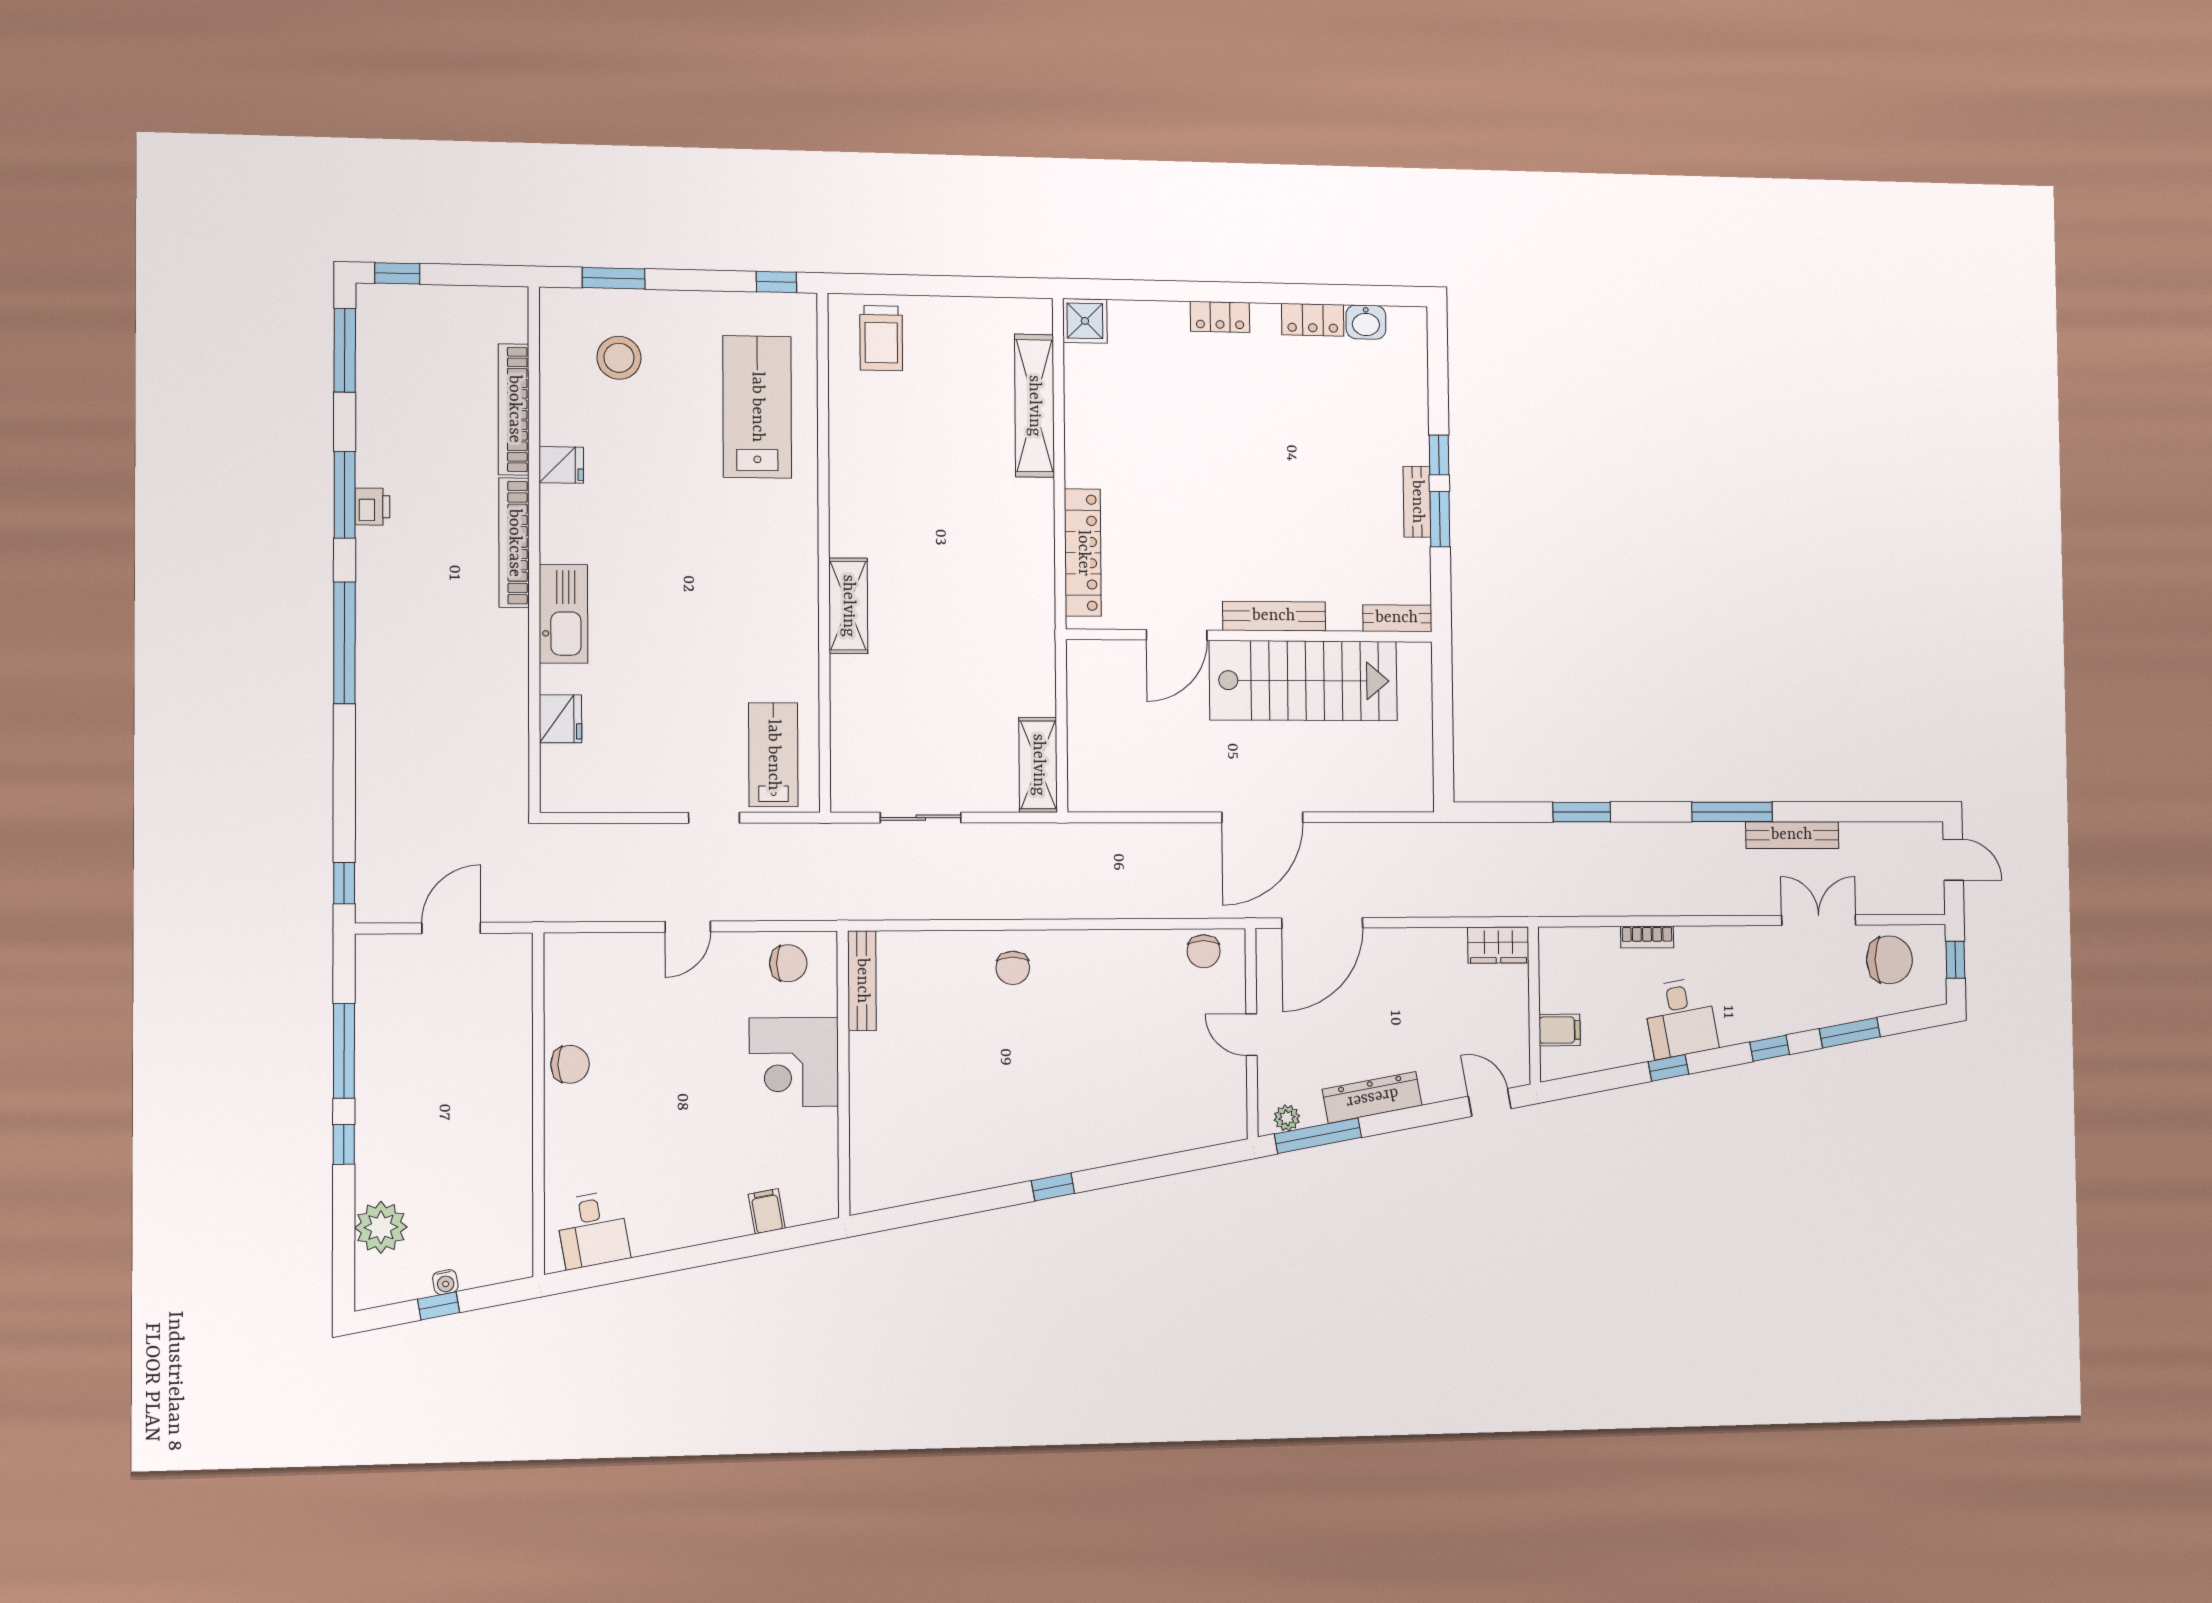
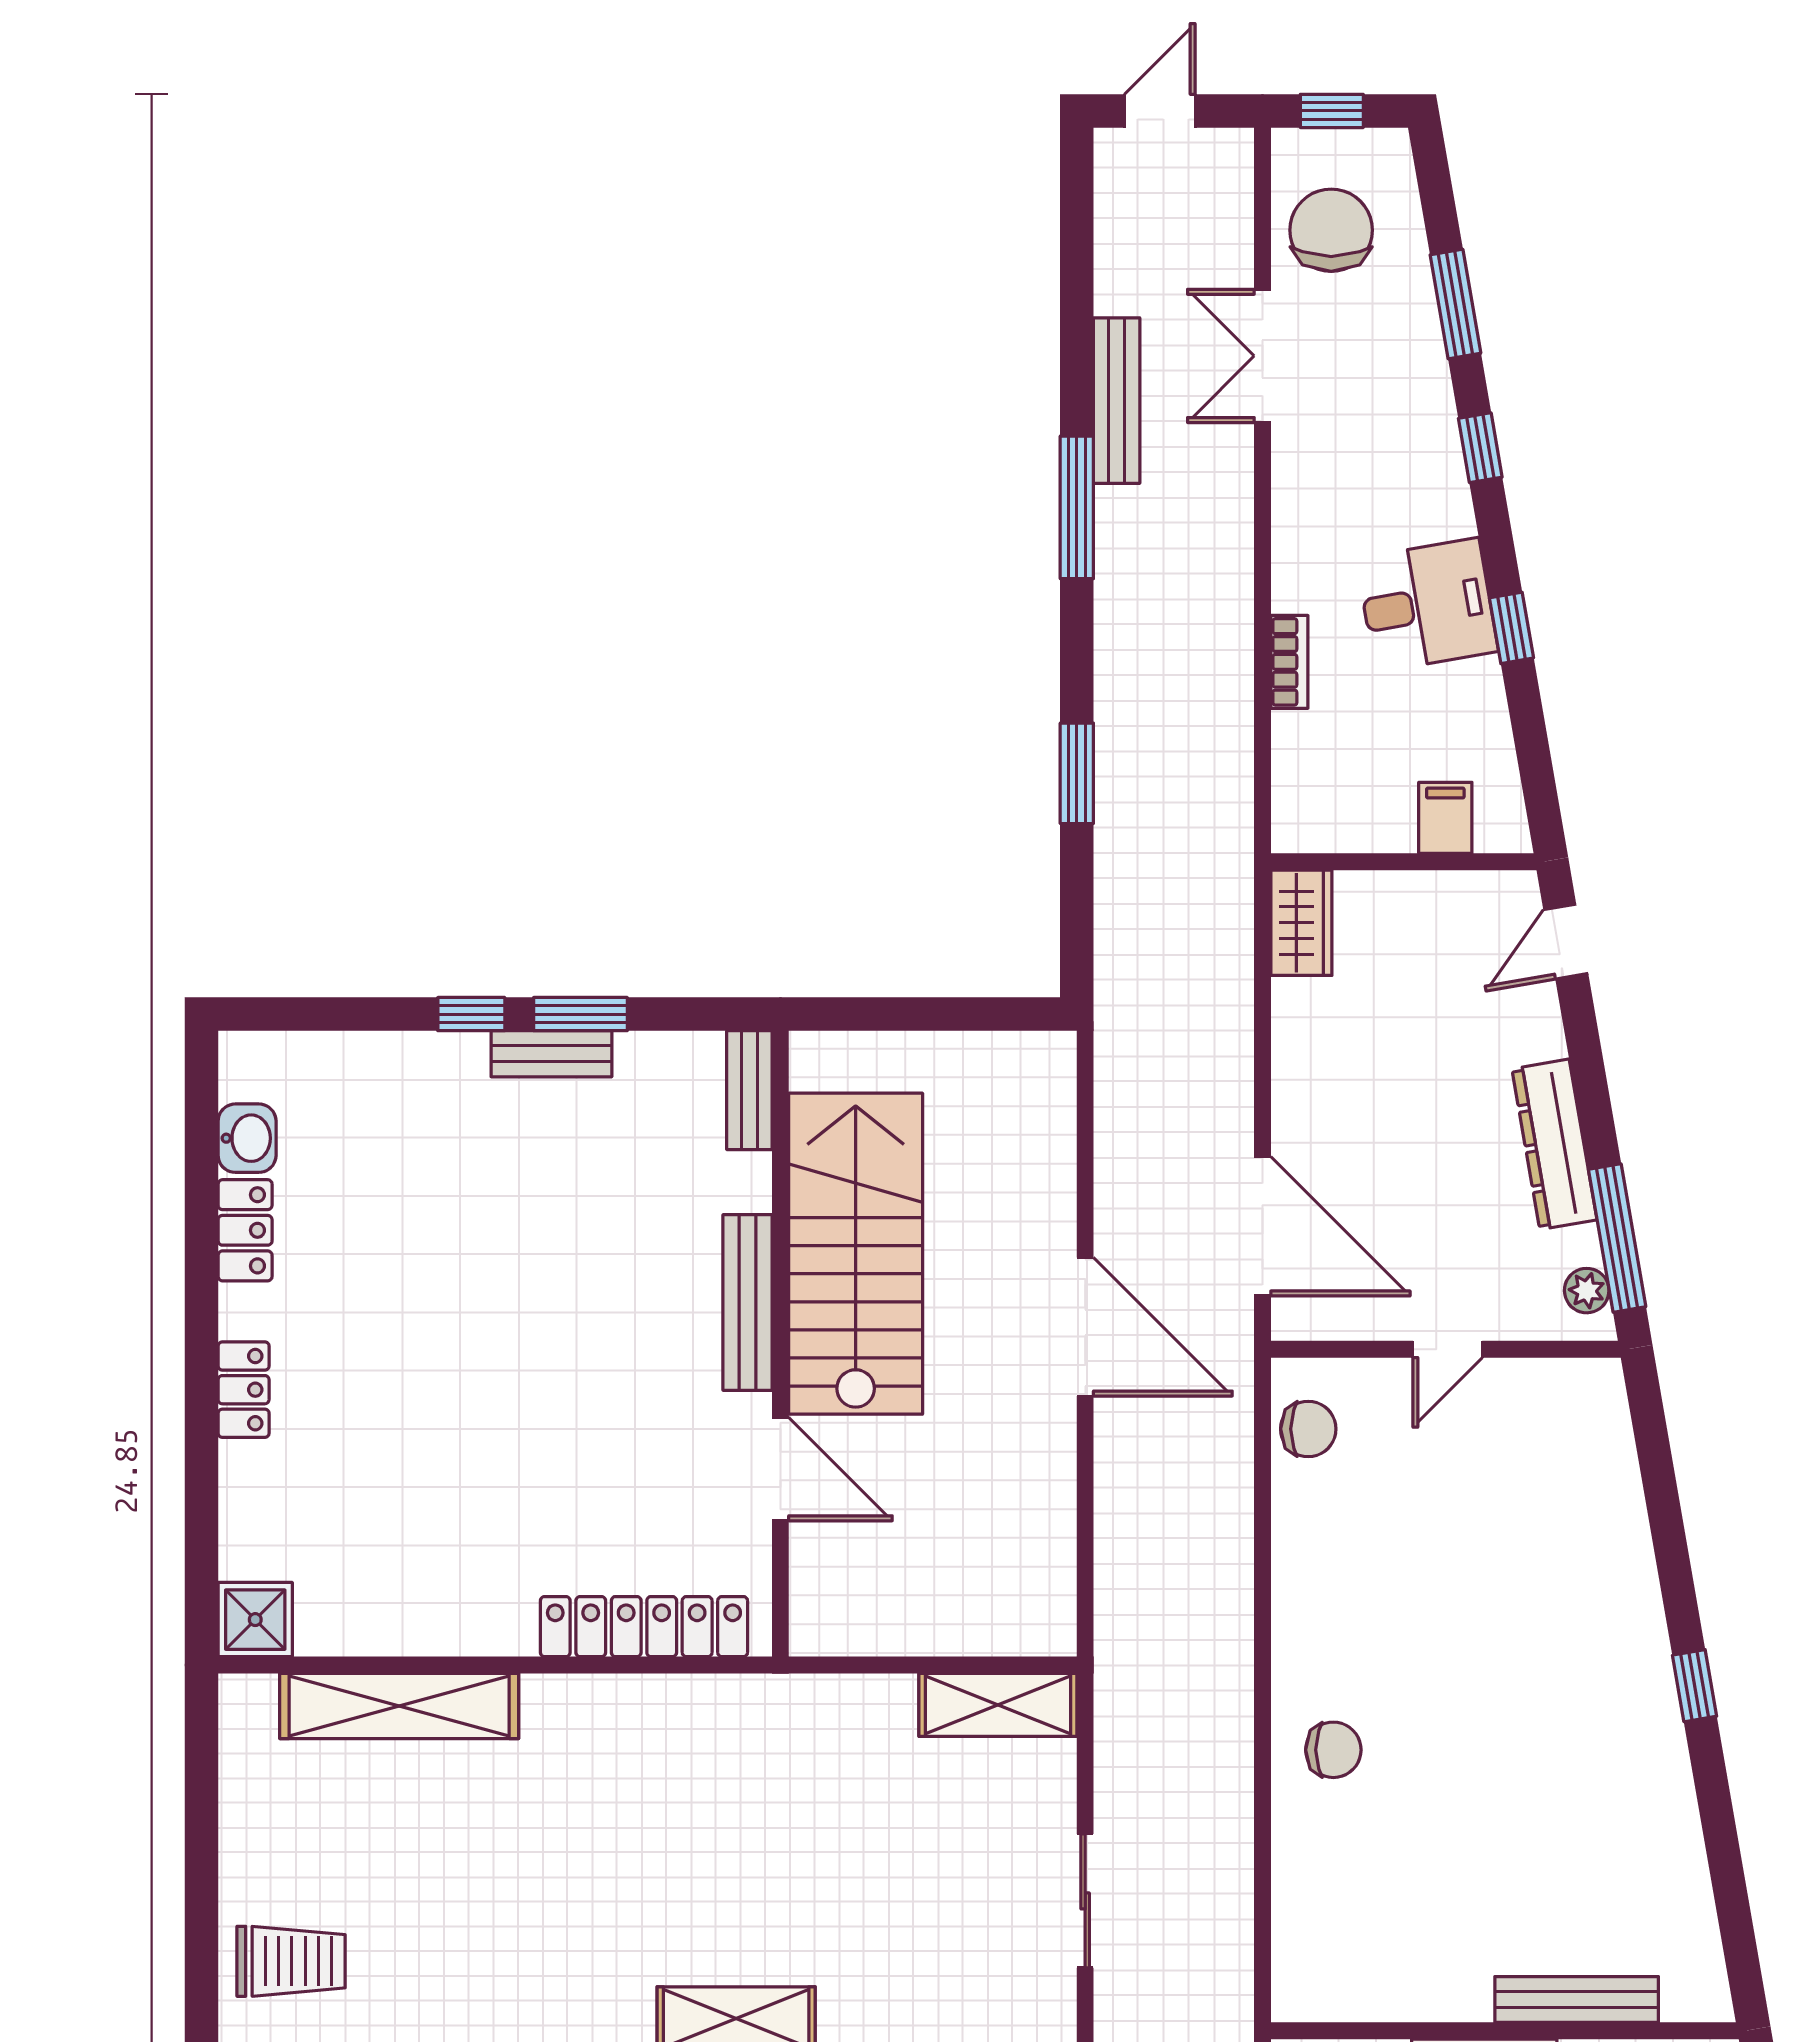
bench: (862, 981) -> (1577, 1999), moved

